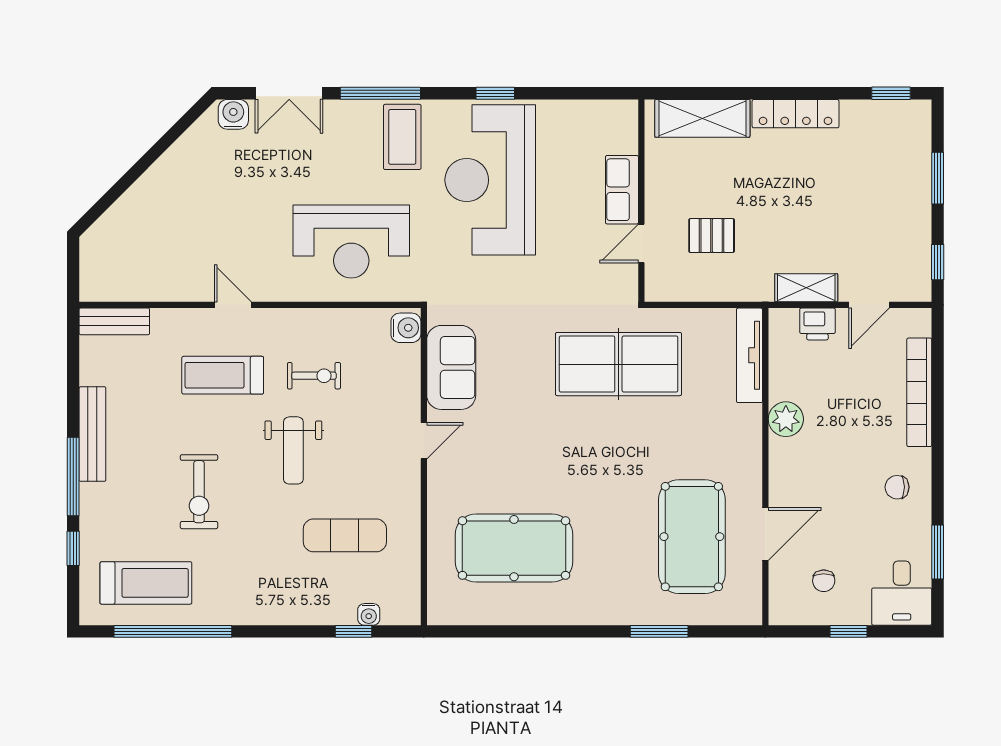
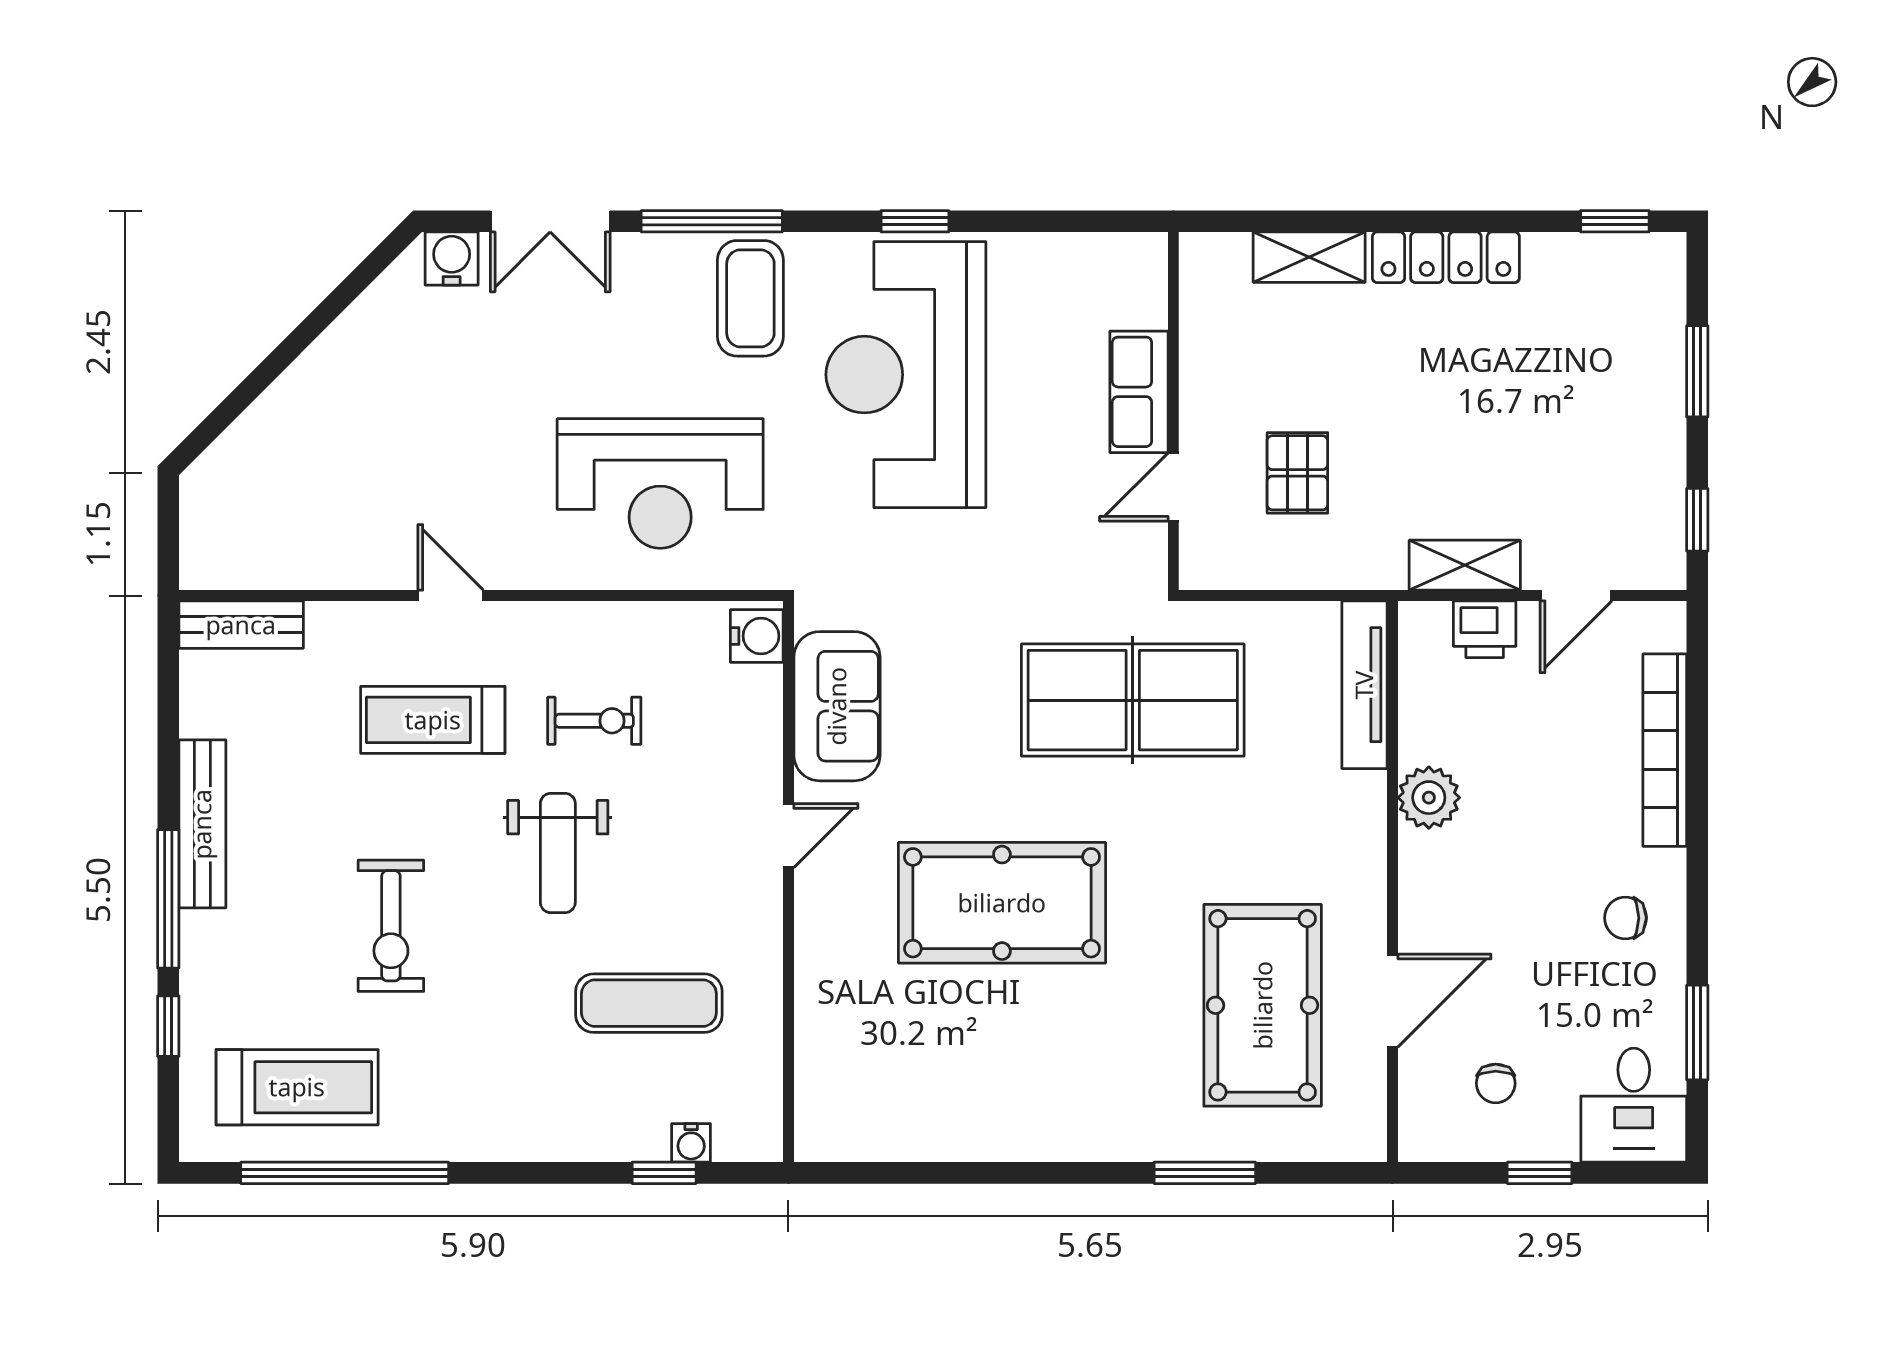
shelving: (702, 118) -> (1309, 257), width x0.67, depth x0.75
pallet: (712, 236) -> (1297, 473), turned 90
pool table: (514, 548) -> (1002, 903), moved

